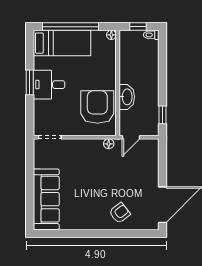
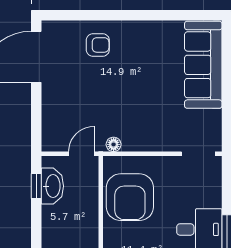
washbasin: (127, 97) -> (52, 186), moved, turned 180
armchair: (120, 213) -> (98, 45), turned -142

